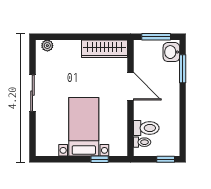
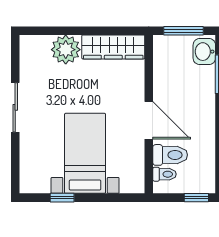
plant: (47, 46) -> (66, 50), moved, width x1.87, depth x1.87
door: (131, 86) -> (149, 120), moved
window: (100, 159) -> (62, 198), moved

